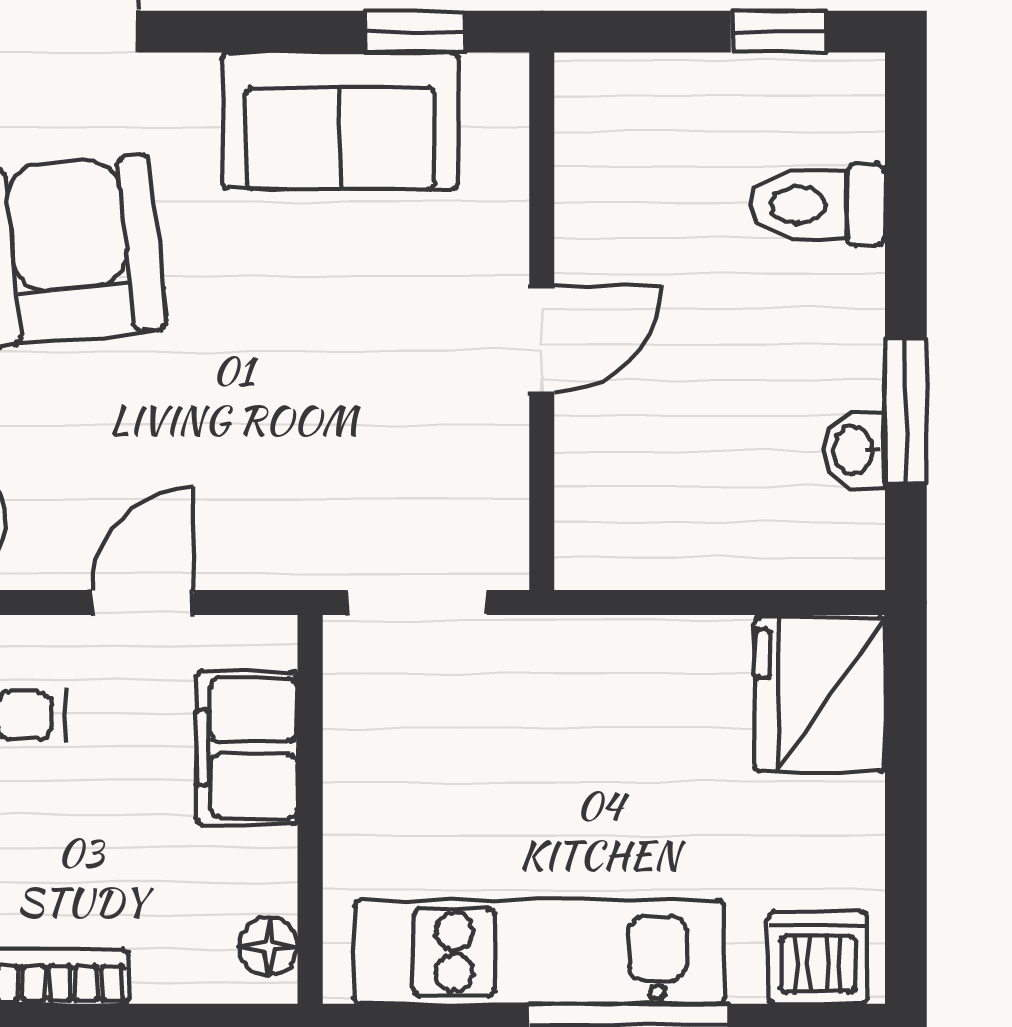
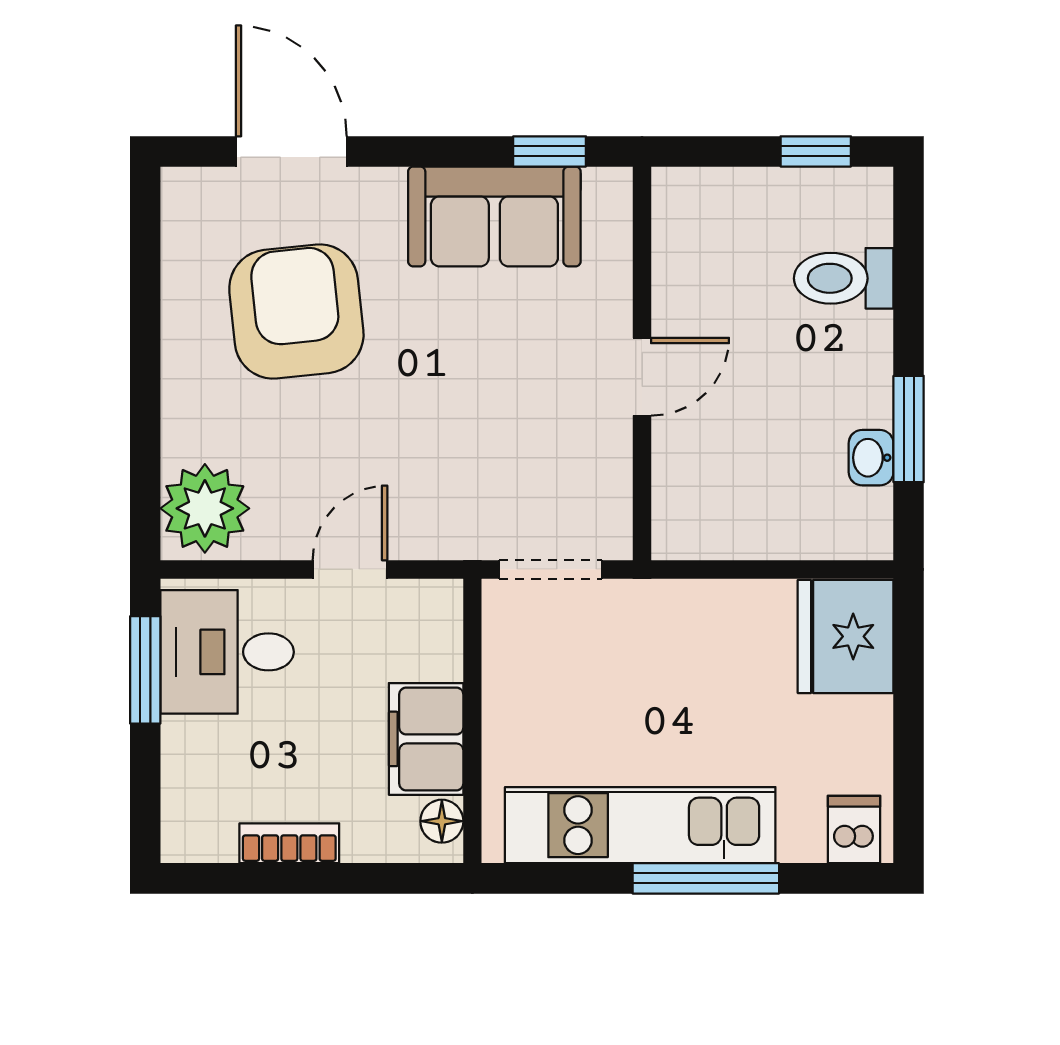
filing cabinet: (247, 748) -> (426, 739), moved
dishwasher: (818, 958) -> (854, 830), width x0.73

